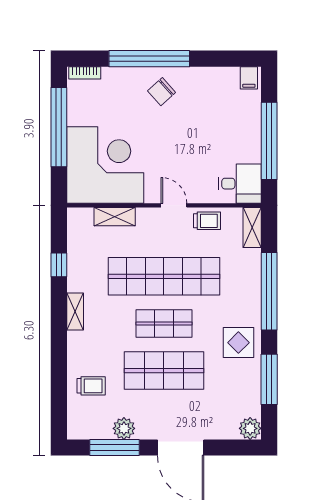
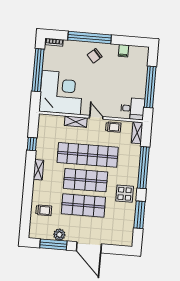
filing cabinet: (249, 78) -> (123, 51), moved
shelving: (115, 217) -> (76, 122), moved
shop shelf: (164, 323) -> (86, 180), width x1.43, depth x1.36
plant: (250, 428) -> (127, 240), removed

